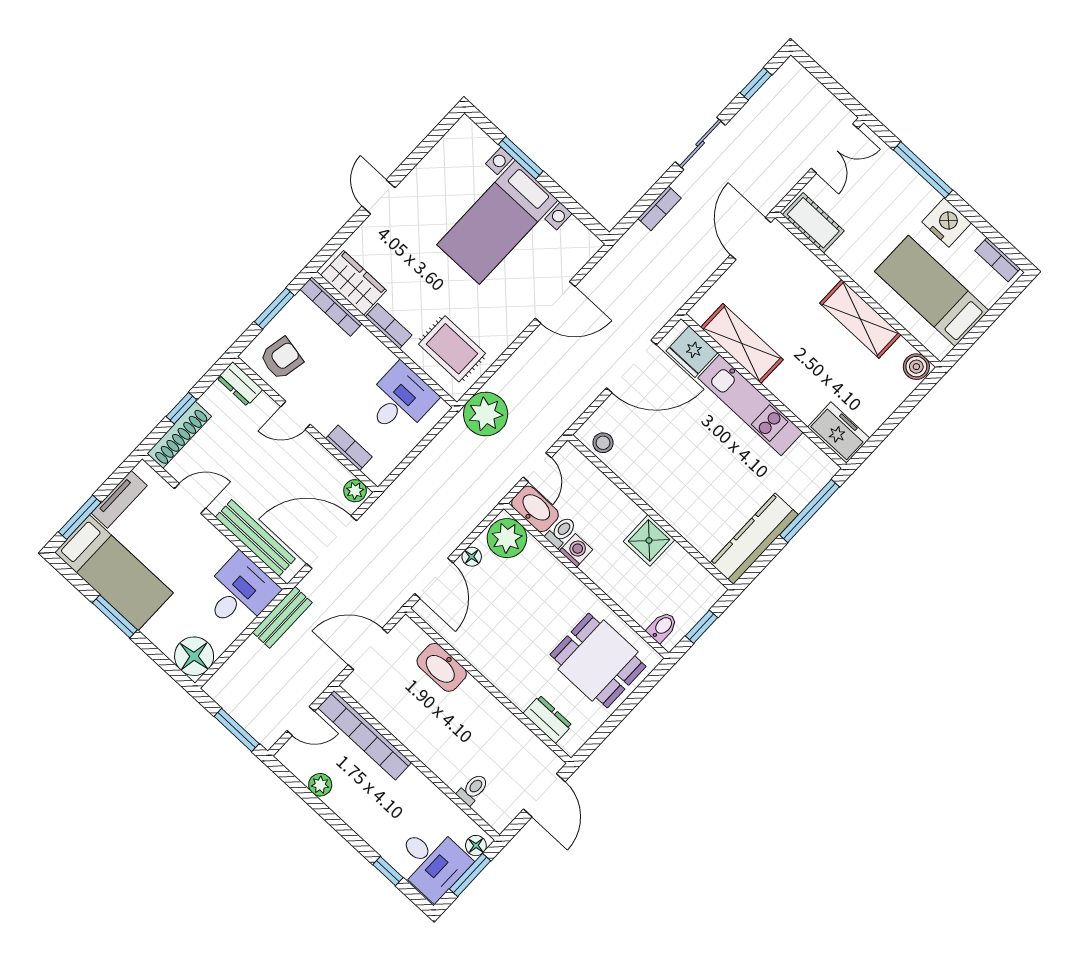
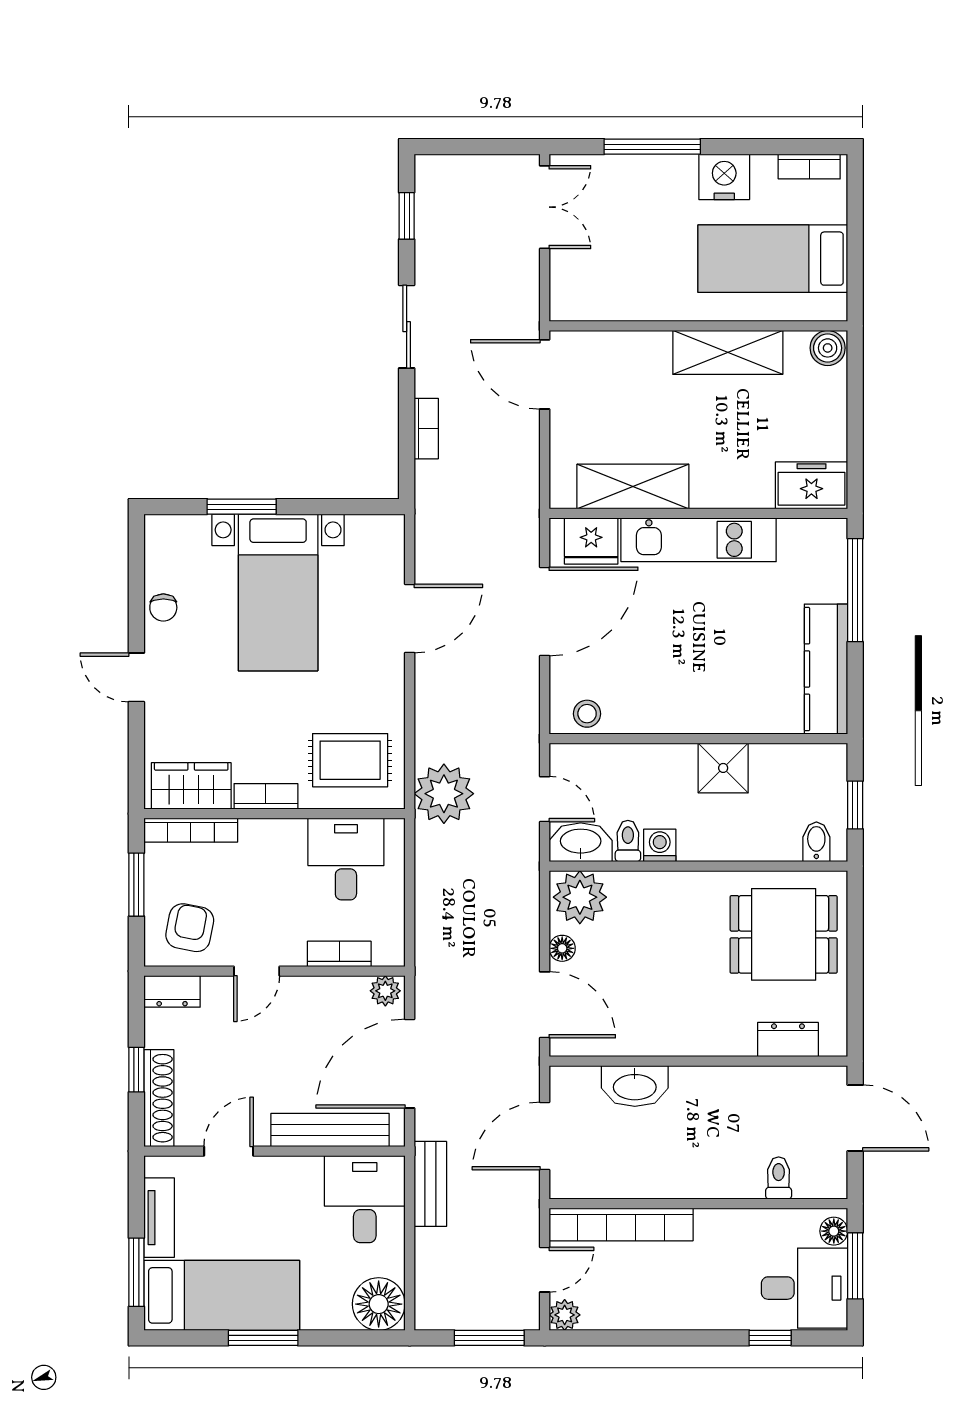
chair: (428, 173) -> (163, 608), added
cot: (813, 223) -> (592, 301), removed
plant: (320, 785) -> (565, 1315), moved

